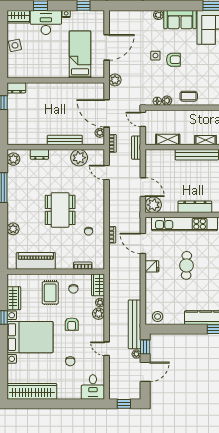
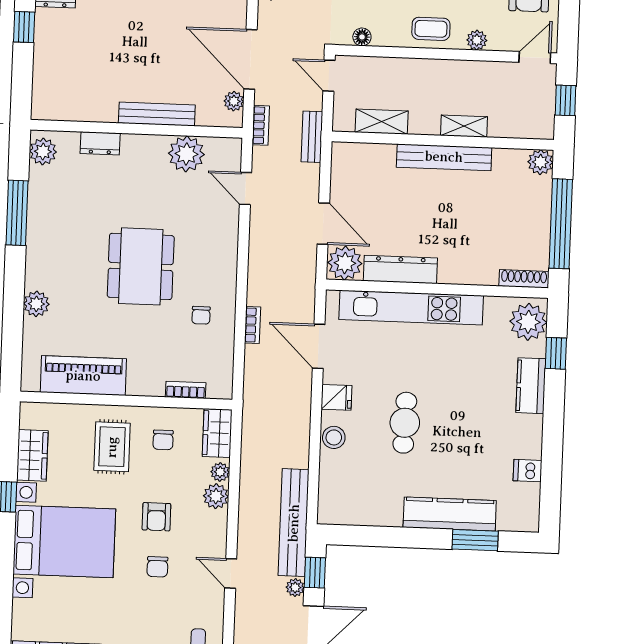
plant: (167, 101) -> (477, 40), moved
dresser: (195, 207) -> (400, 269), moved
cafe table: (186, 265) -> (405, 423), moved
stool: (158, 316) -> (334, 437), moved
chair: (70, 361) -> (157, 567), moved

